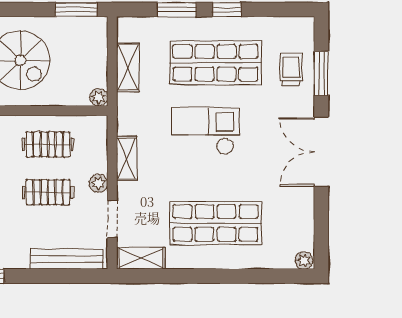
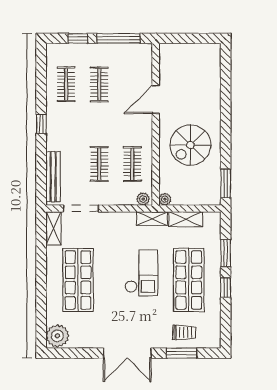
double door: (321, 152) -> (127, 353), swing flipped
shelving: (127, 158) -> (152, 219), moved
plant: (98, 183) -> (143, 199), moved
doorway: (112, 219) -> (81, 208), width x1.38
plant: (304, 260) -> (57, 336), width x1.88, depth x1.88

